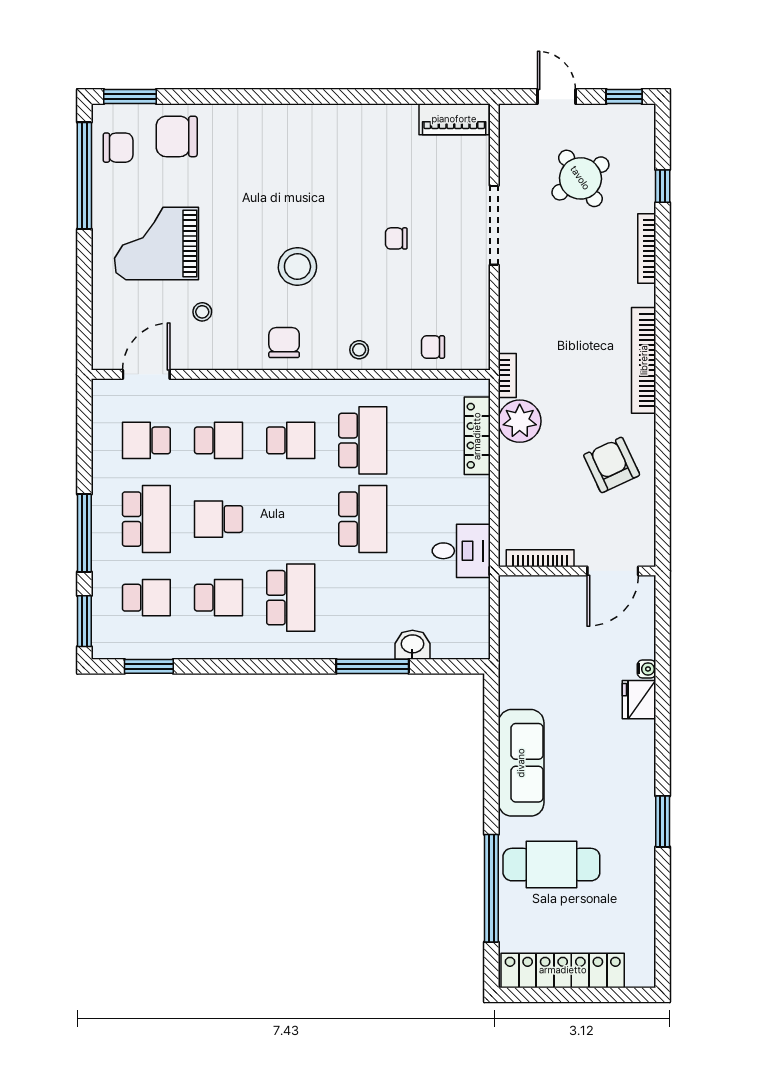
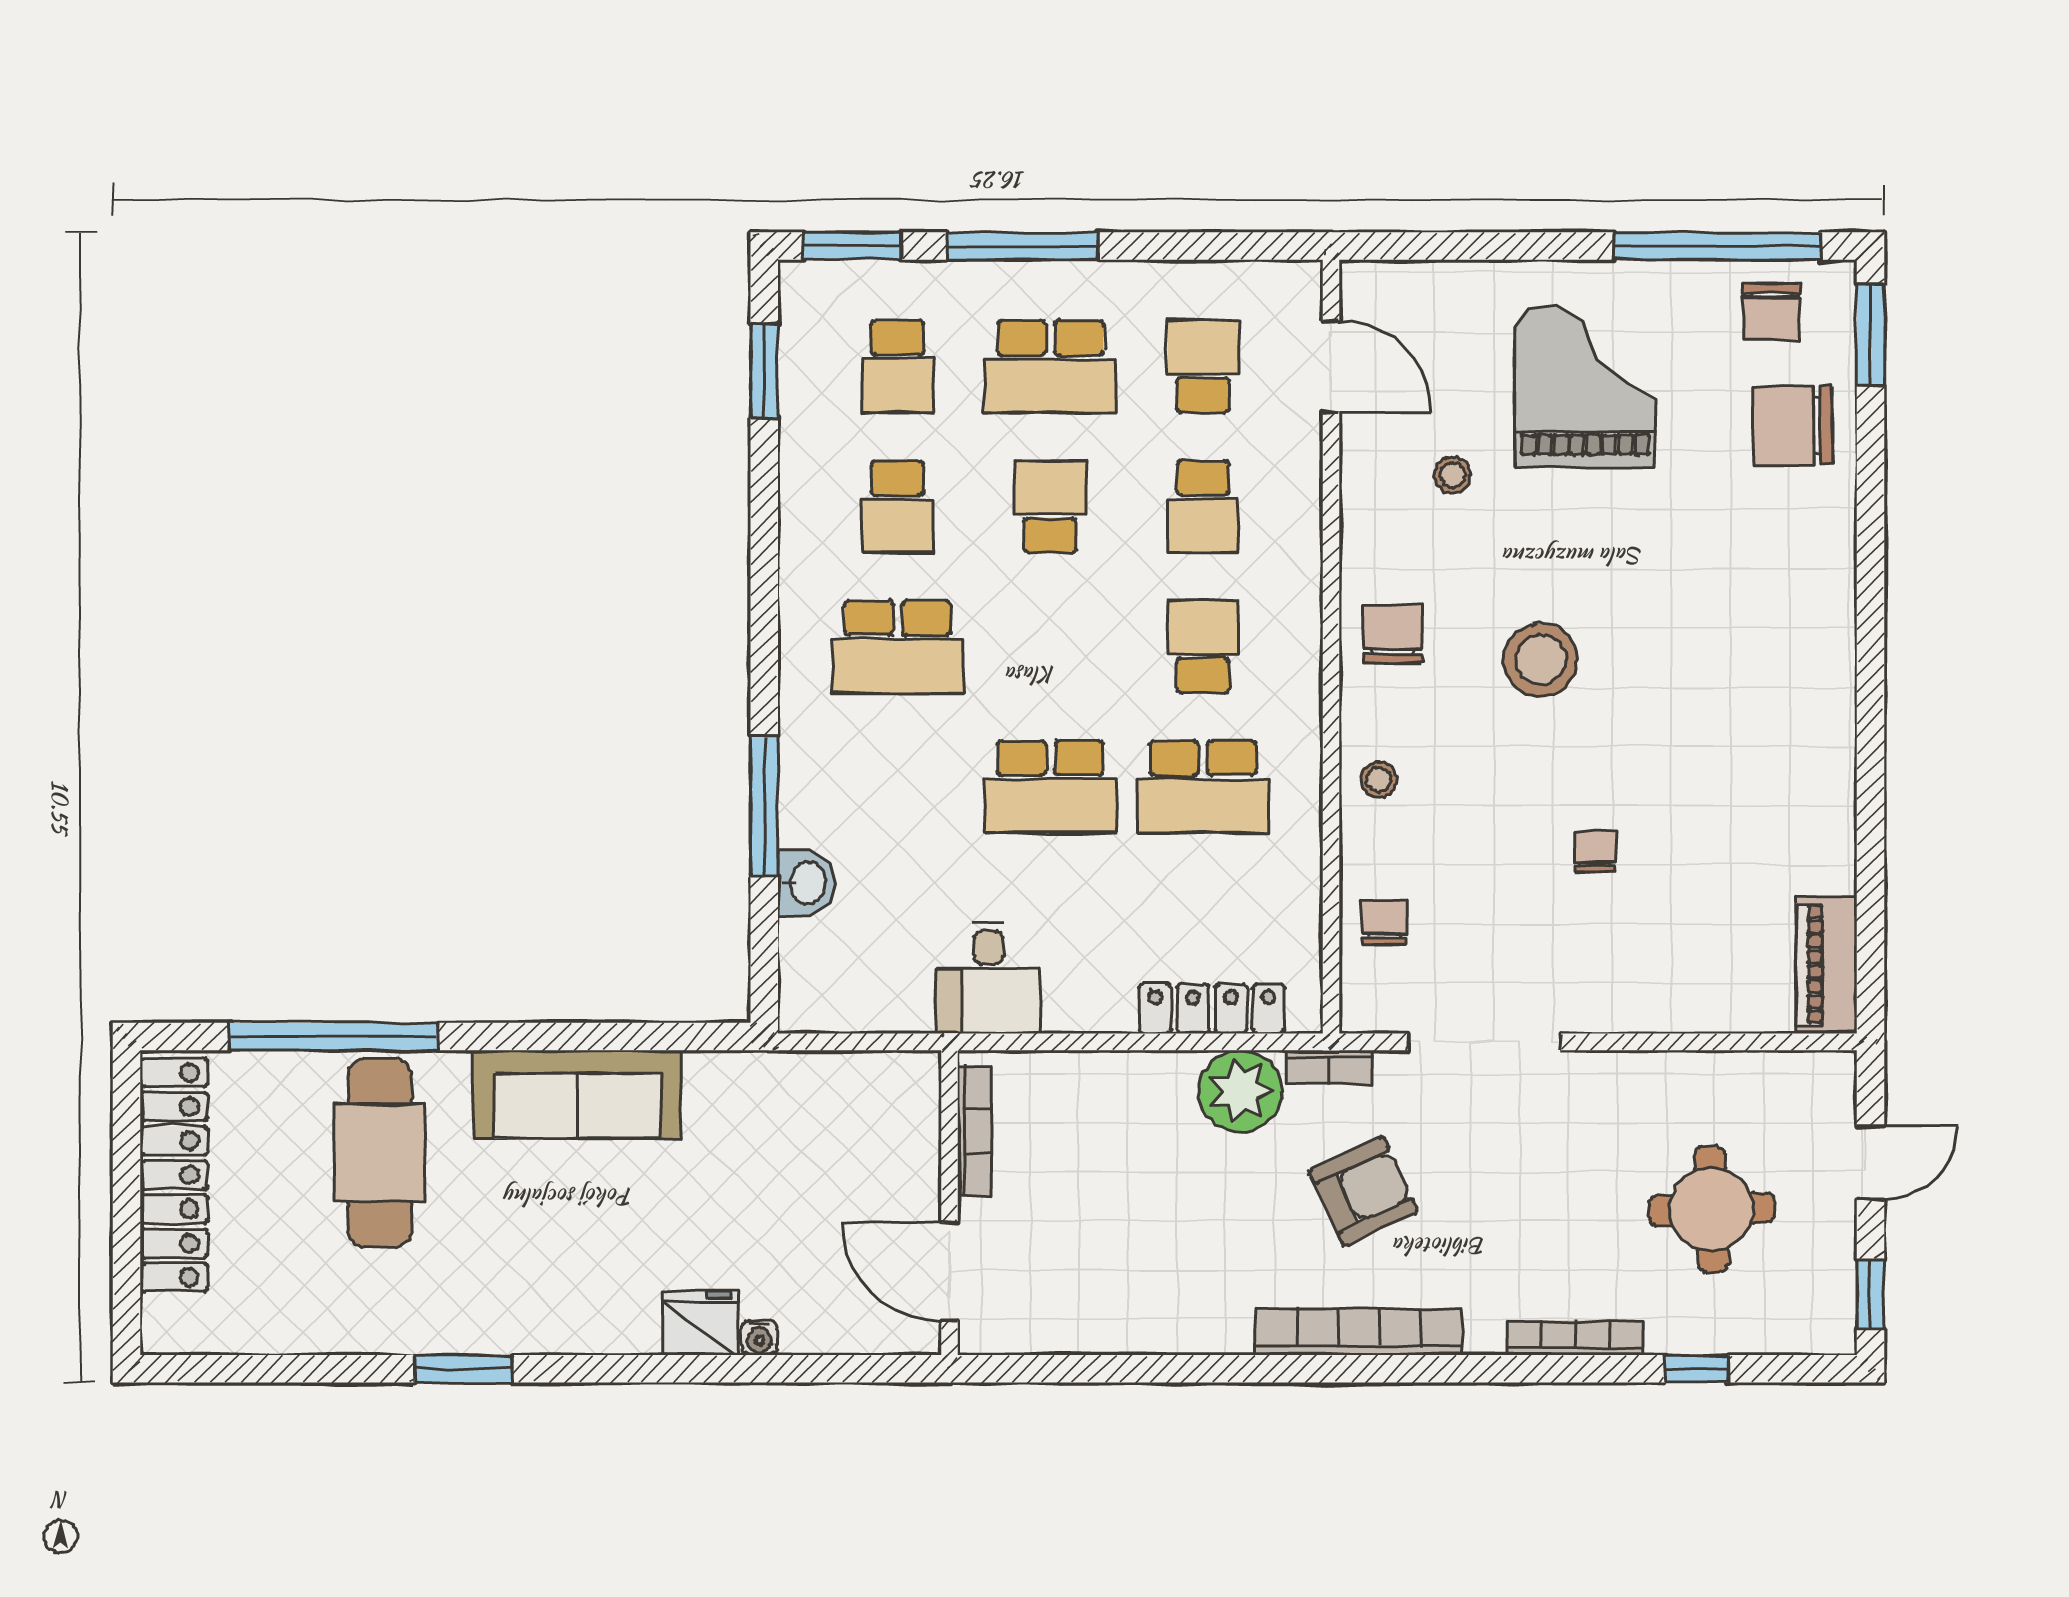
chair: (177, 136) -> (1793, 425), turned -91
round table: (580, 178) -> (1712, 1209), turned 32
doorway: (494, 225) -> (1484, 1042), moved
chair: (284, 343) -> (1393, 634), turned -90
school desk: (291, 440) -> (1203, 647), turned 180
armchair: (612, 465) -> (1363, 1191), moved

